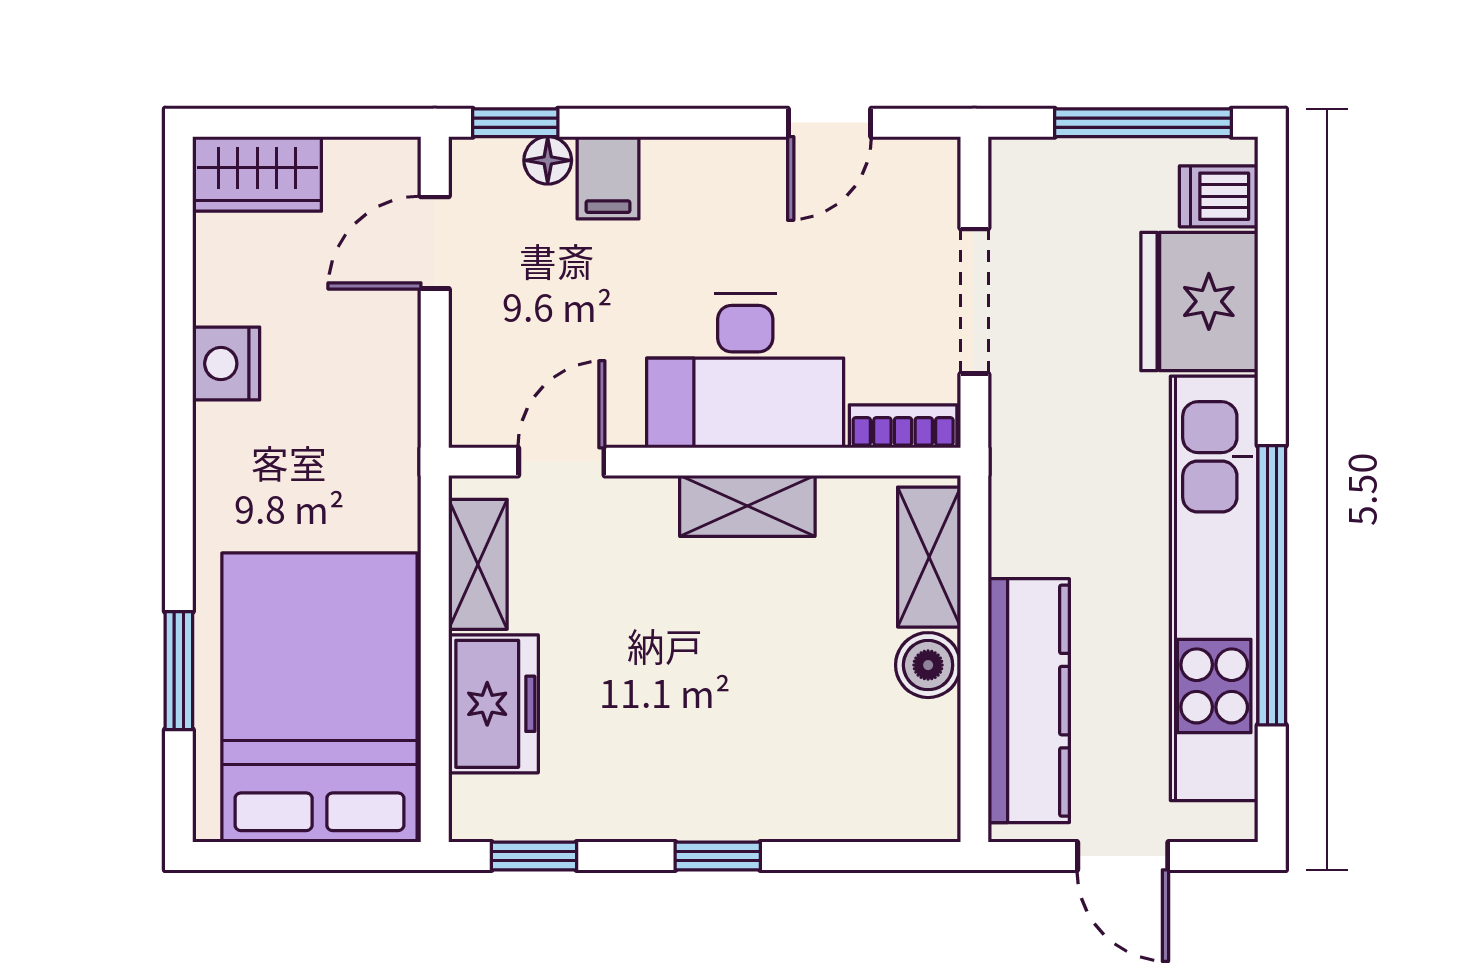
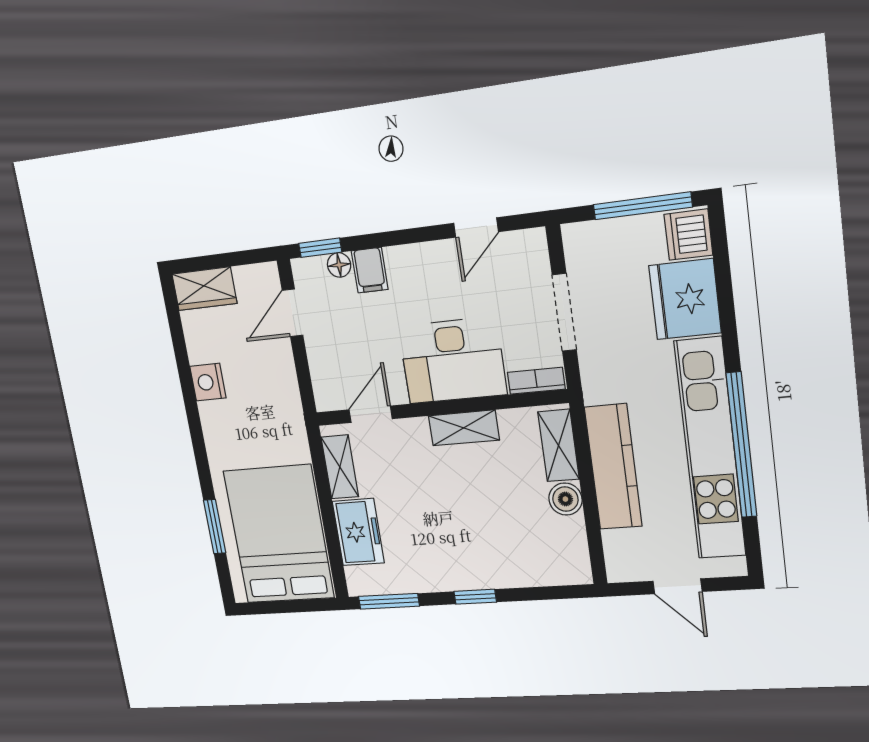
dishwasher: (1219, 196) -> (688, 235), width x1.38
kitchen counter: (1029, 701) -> (613, 467), moved
window: (534, 856) -> (389, 601), width x1.50

